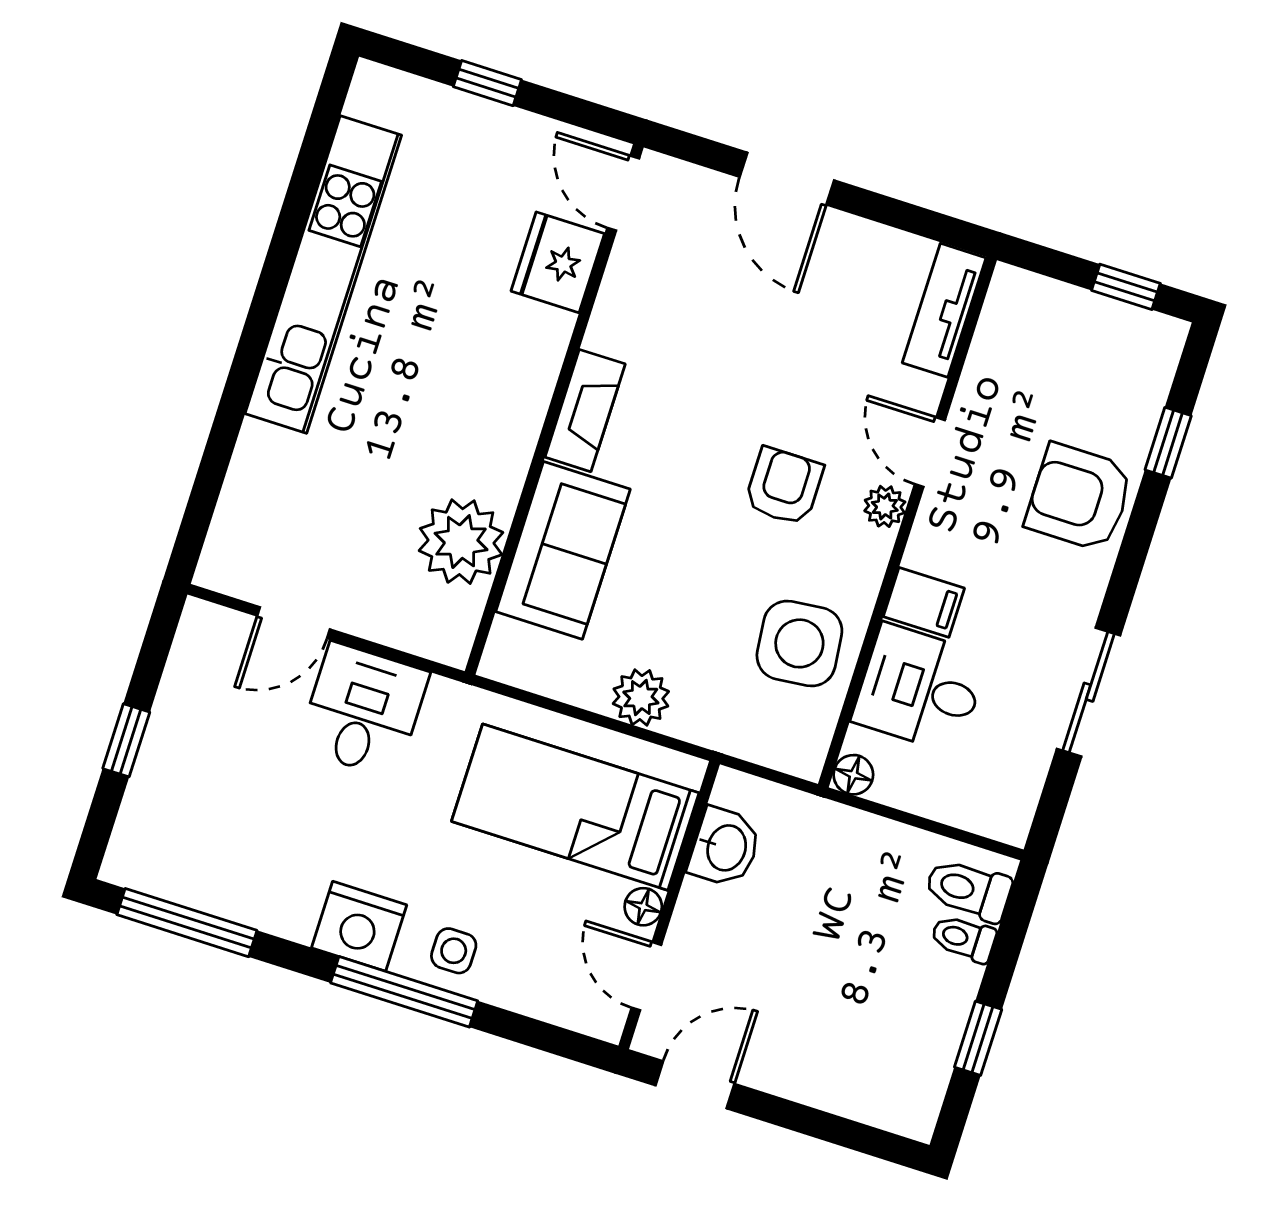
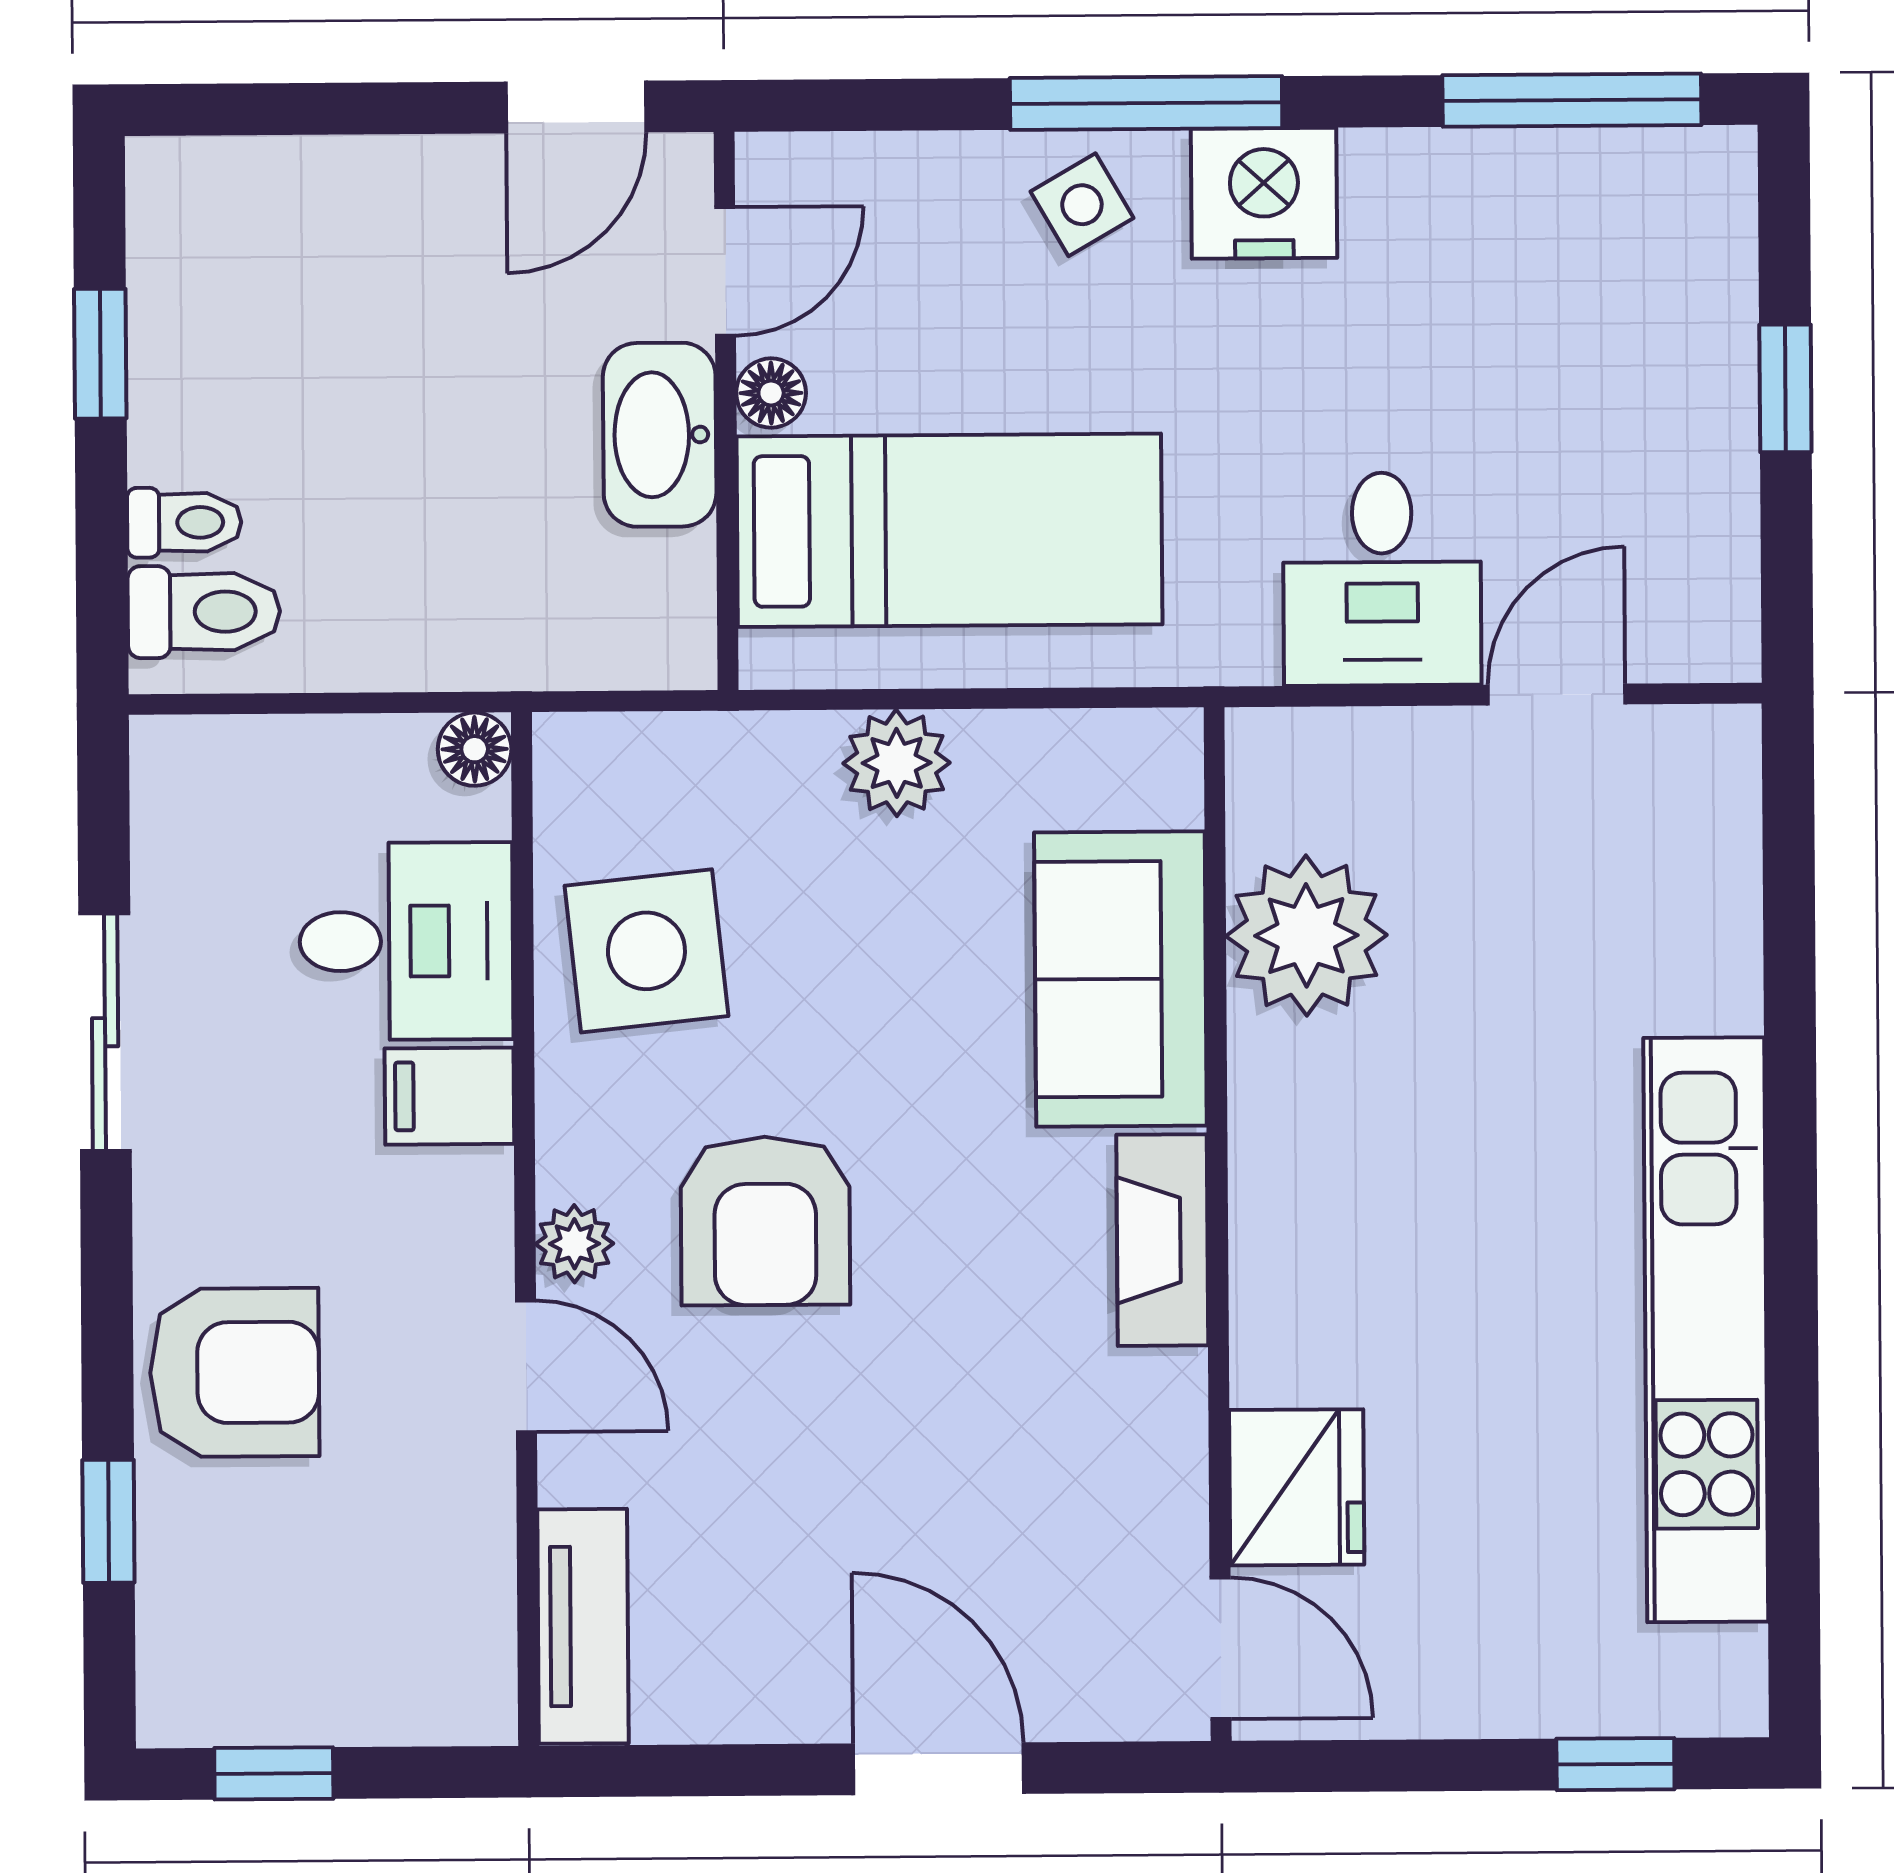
window: (487, 83) -> (1615, 1764), moved
armchair: (784, 486) -> (765, 1221), width x1.38, depth x1.38
washbasin: (725, 847) -> (660, 435), moved, width x1.38
side table: (454, 951) -> (1082, 205), turned -30
door: (646, 976) -> (725, 271), hinge flipped

